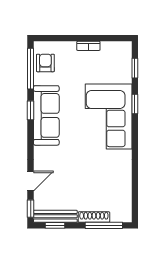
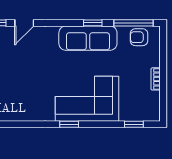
armchair: (45, 63) -> (139, 37), turned 180
window: (135, 104) -> (69, 124), moved
door: (31, 181) -> (24, 23), hinge flipped

